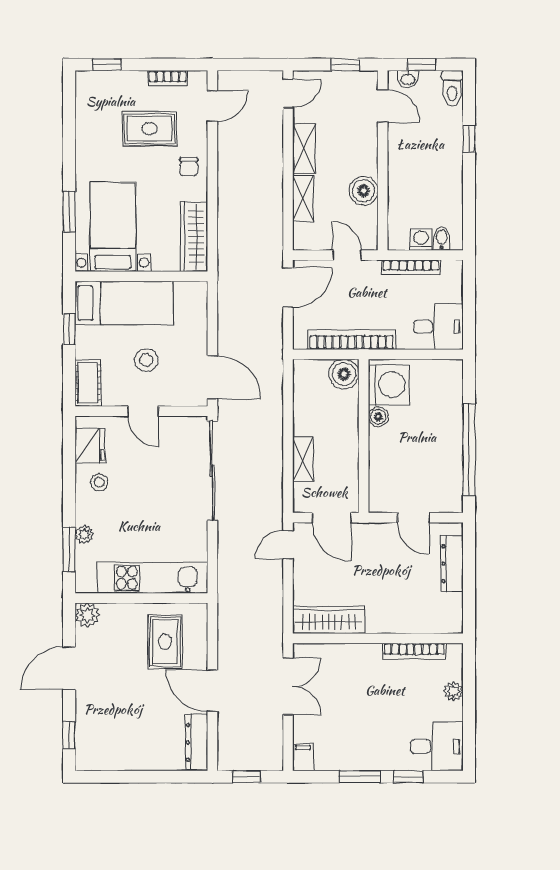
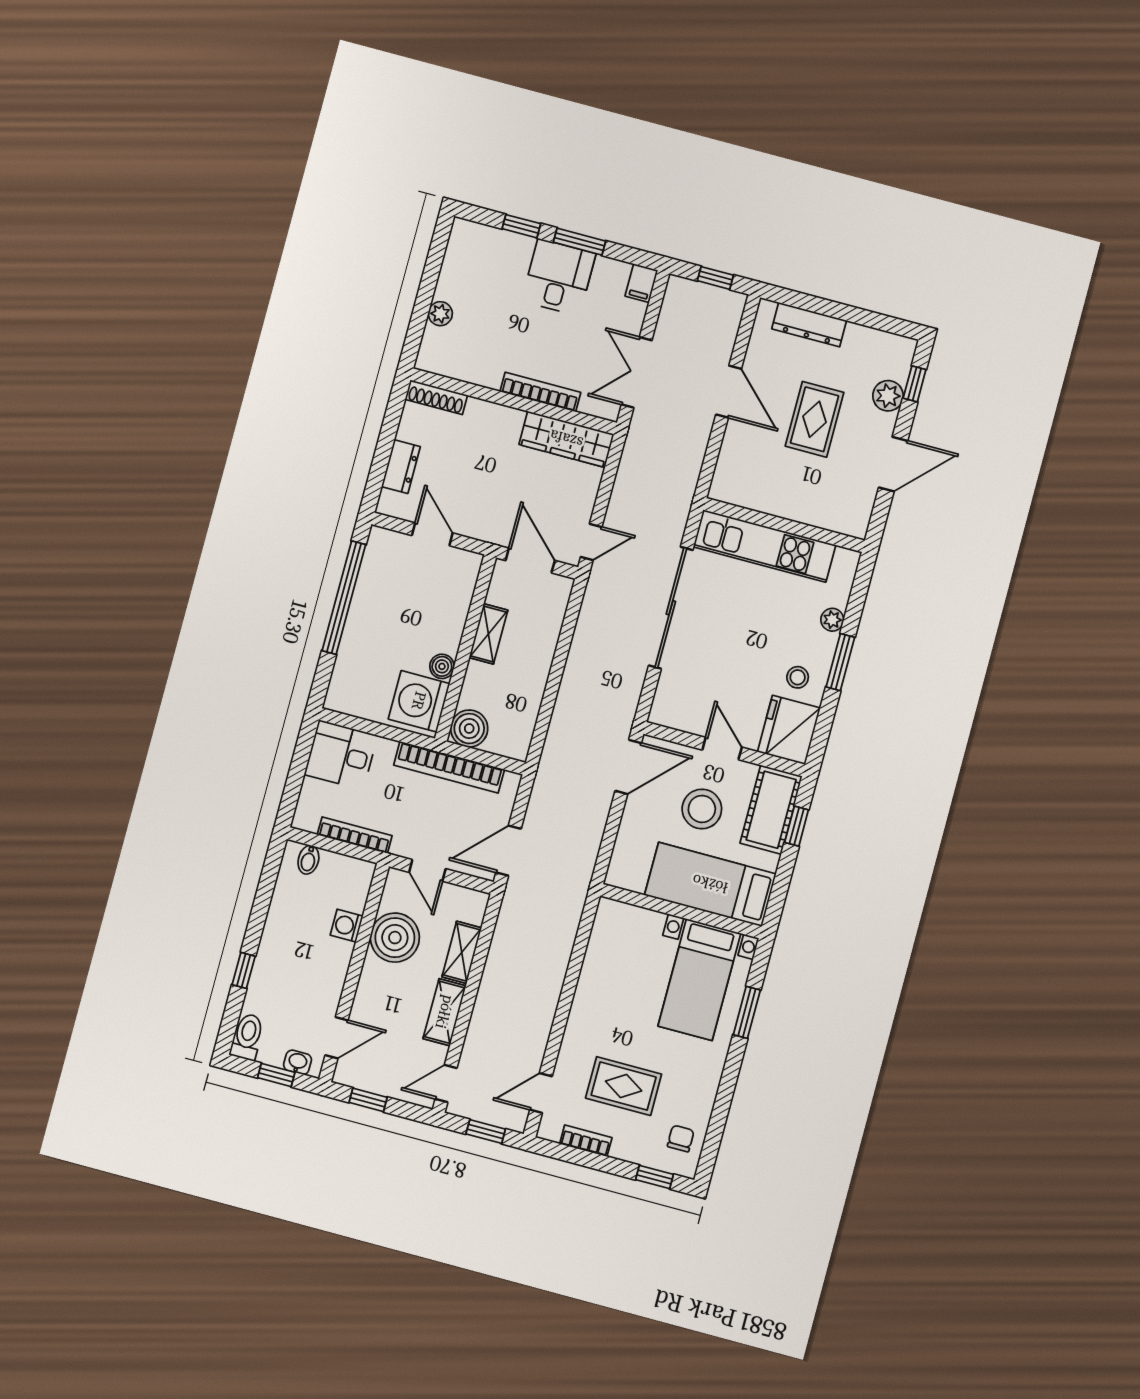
window: (247, 65) -> (486, 1131), added
door: (383, 106) -> (337, 1038), swing flipped
chair: (189, 167) -> (681, 1138), moved
boiler: (363, 191) -> (395, 938), width x1.37, depth x1.37
wardrobe: (194, 237) -> (605, 942), removed
washing machine: (421, 239) -> (347, 926), moved, turned 90
window: (69, 329) -> (797, 826), moved
stool: (146, 360) -> (702, 809), width x1.38, depth x1.38
door: (212, 377) -> (628, 767), swing flipped
cot: (88, 383) -> (771, 810), width x1.37, depth x1.34
fridge: (90, 446) -> (789, 730), width x1.36, depth x1.34
shelving: (303, 459) -> (488, 634), moved
sliding door: (212, 471) -> (671, 608), moved
window: (69, 549) -> (840, 662), moved
dresser: (452, 564) -> (401, 467), width x0.70
plant: (87, 615) -> (888, 396), moved
shoe rack: (439, 625) -> (436, 397), added
rug: (165, 642) -> (814, 419), moved
bookcase: (414, 651) -> (540, 392), moved
dresser: (196, 742) -> (809, 325), moved, turned 90
desk: (437, 746) -> (559, 277), moved, turned 90

